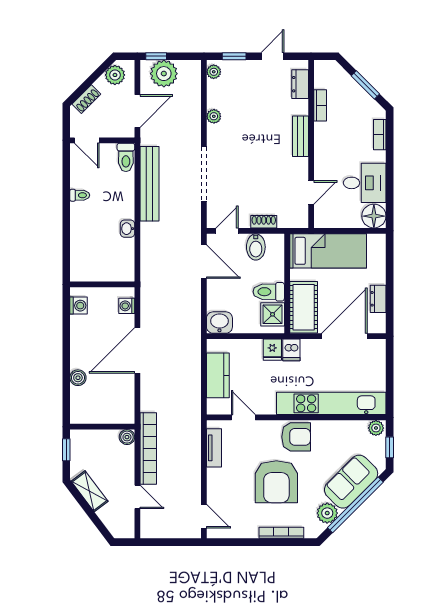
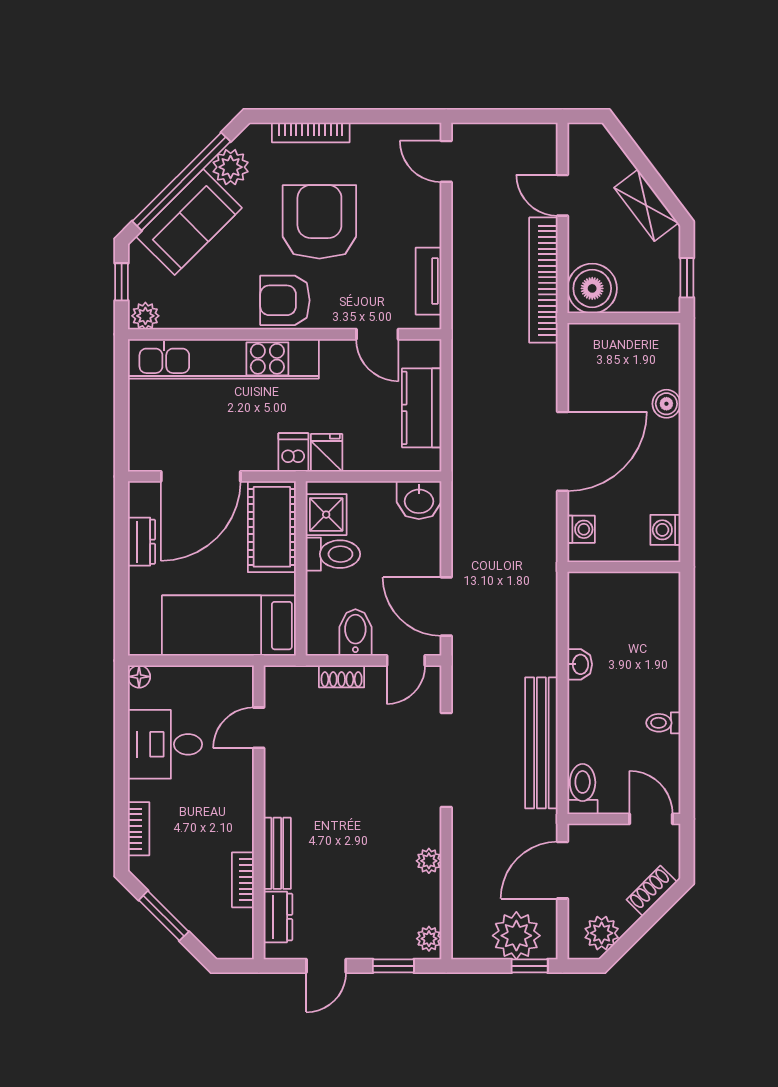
bench: (301, 136) -> (277, 853), moved
floor lamp: (374, 216) -> (139, 677), width x0.53, depth x0.53
boiler: (127, 437) -> (592, 288), width x1.86, depth x1.86

